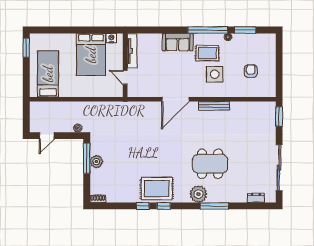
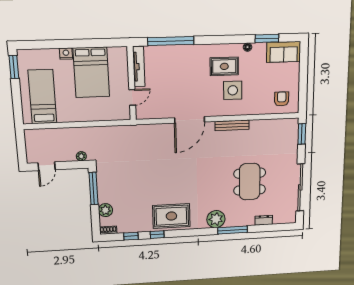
window: (208, 30) -> (171, 41), moved
nightstand: (111, 38) -> (66, 54), moved
sofa: (178, 42) -> (284, 52), moved
armchair: (251, 71) -> (282, 99), moved
door: (125, 77) -> (132, 97), swing flipped
plant: (96, 162) -> (105, 210), moved
dining table: (210, 164) -> (250, 182), moved, turned 90
dresser: (256, 198) -> (264, 220), moved
window: (164, 206) -> (131, 236), moved

